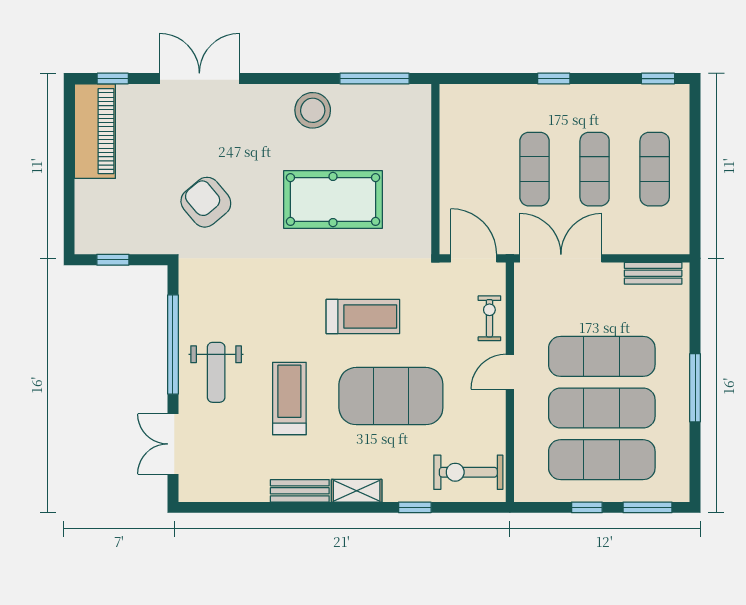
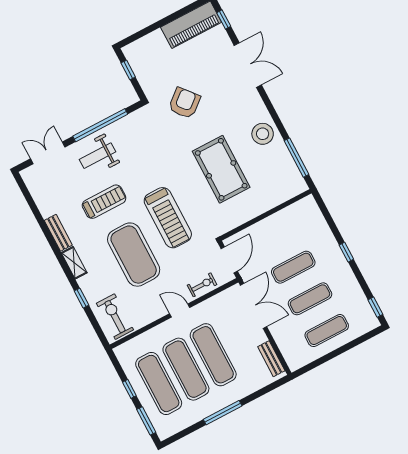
treadmill: (363, 317) -> (168, 218), width x1.37, depth x1.38

